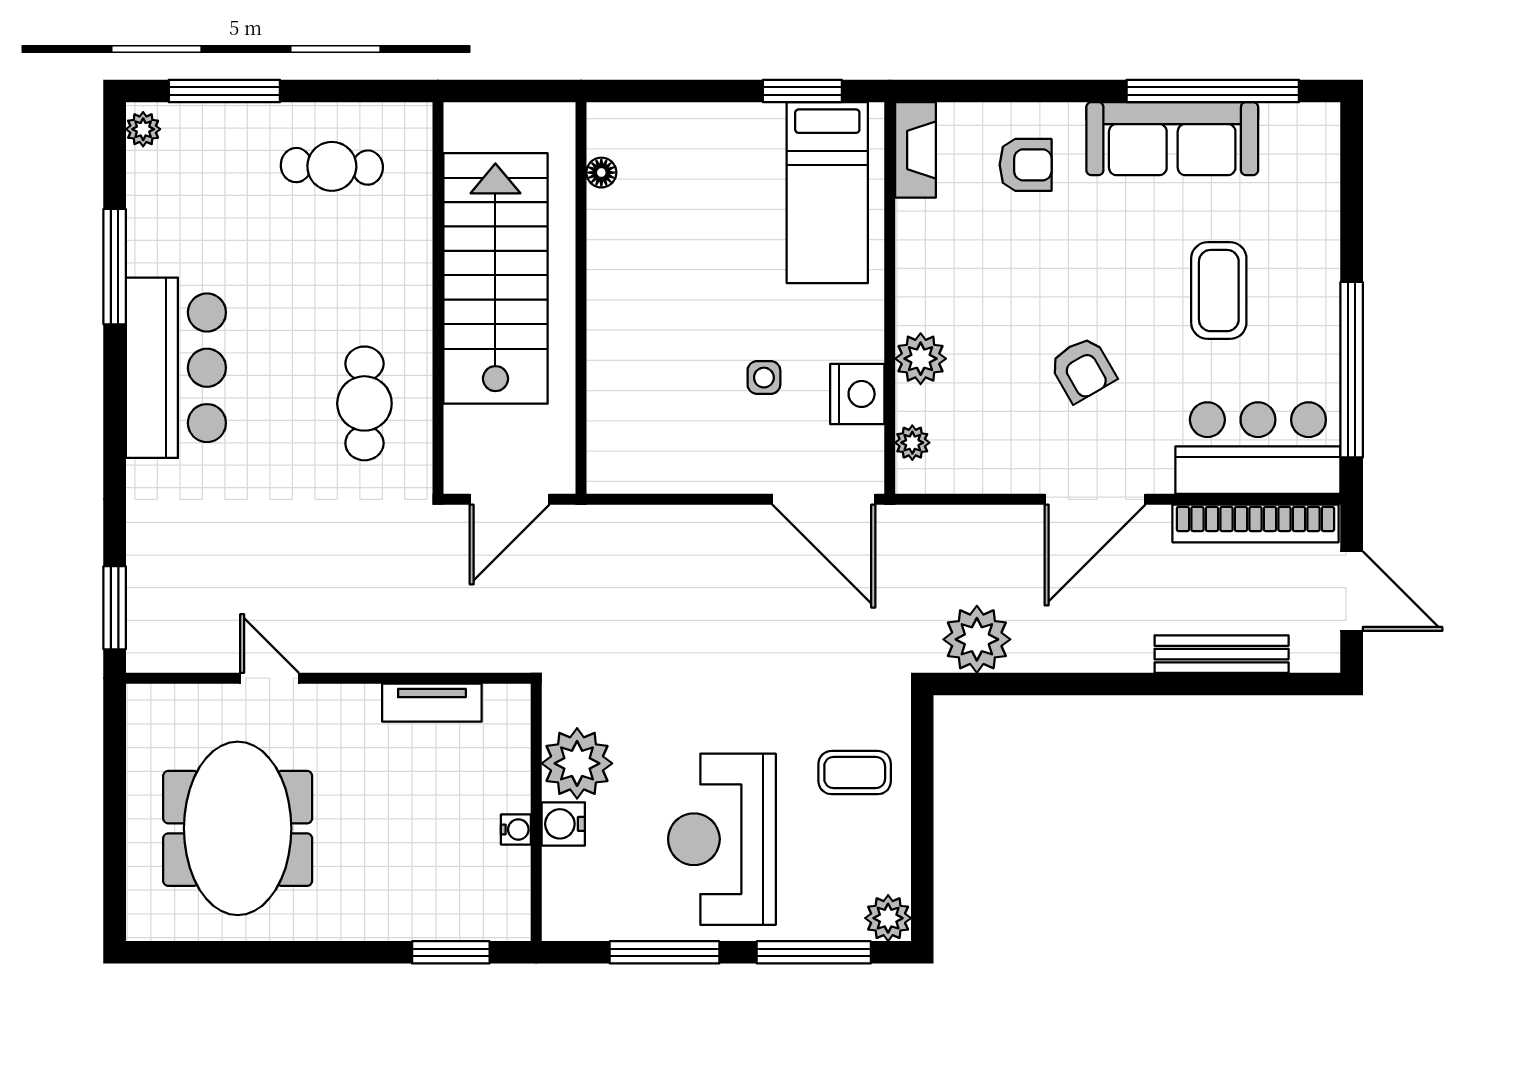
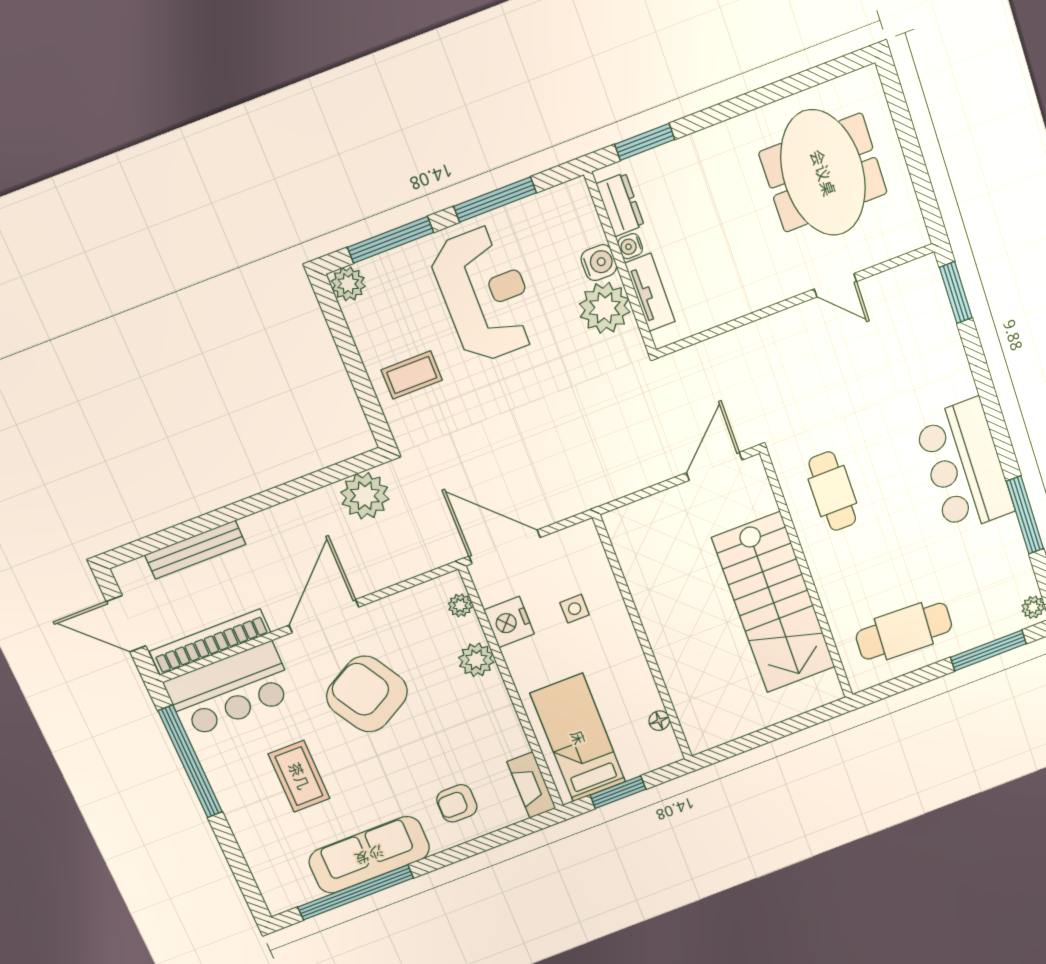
cafe table: (332, 166) -> (904, 631), width x1.37, depth x1.35
floor lamp: (601, 173) -> (659, 721), moved
wall: (581, 298) -> (643, 639), moved
armchair: (1083, 369) -> (367, 694), width x1.88, depth x1.88
tv unit: (432, 703) -> (650, 292), moved, turned 90
dresser: (510, 886) -> (620, 205), added

